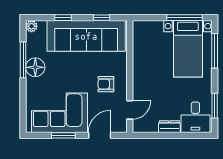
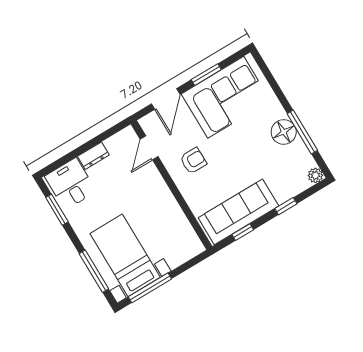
sofa: (86, 36) -> (238, 212), width x0.74, depth x0.79

